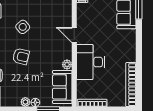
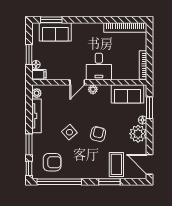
desk: (91, 62) -> (99, 67), width x0.73
plant: (67, 65) -> (93, 89), moved
plant: (25, 102) -> (138, 134), width x1.88, depth x1.88

